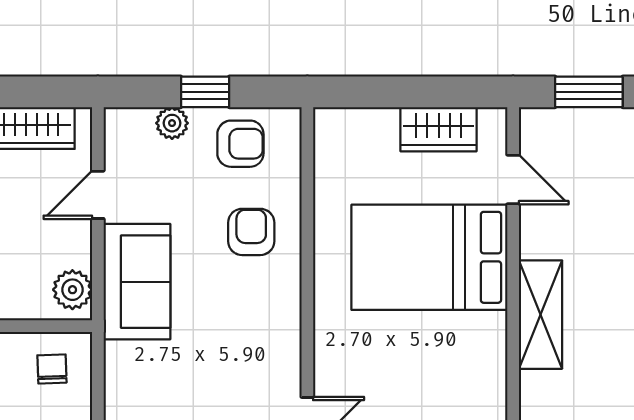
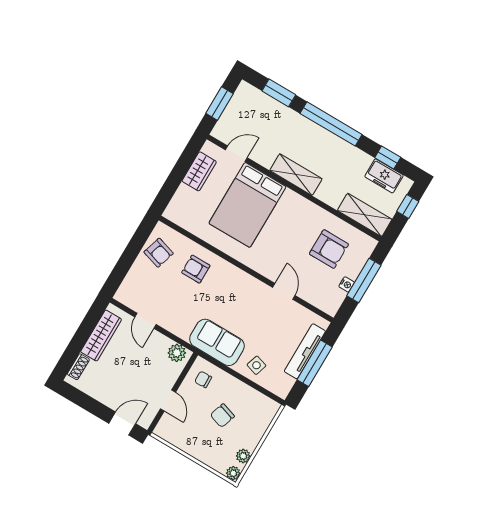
window: (205, 92) -> (130, 255), removed
plant: (172, 123) -> (135, 275), removed
armchair: (240, 144) -> (159, 253), turned 107
sofa: (137, 282) -> (217, 342), moved

